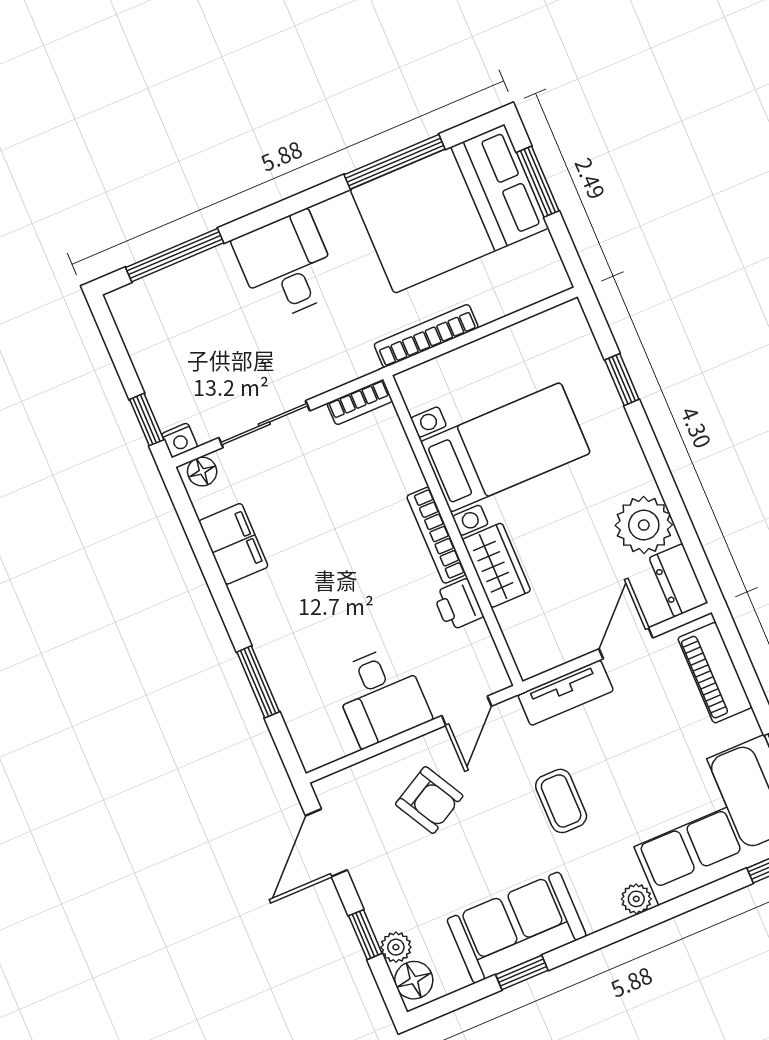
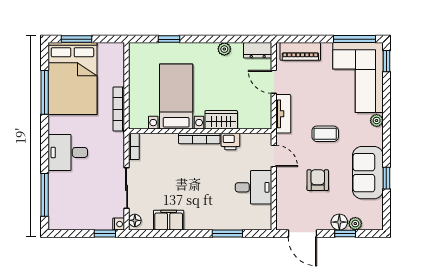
plant: (644, 525) -> (224, 49), width x0.53, depth x0.53
armchair: (429, 800) -> (318, 180), moved, turned -61
floor lamp: (414, 980) -> (339, 222), moved

